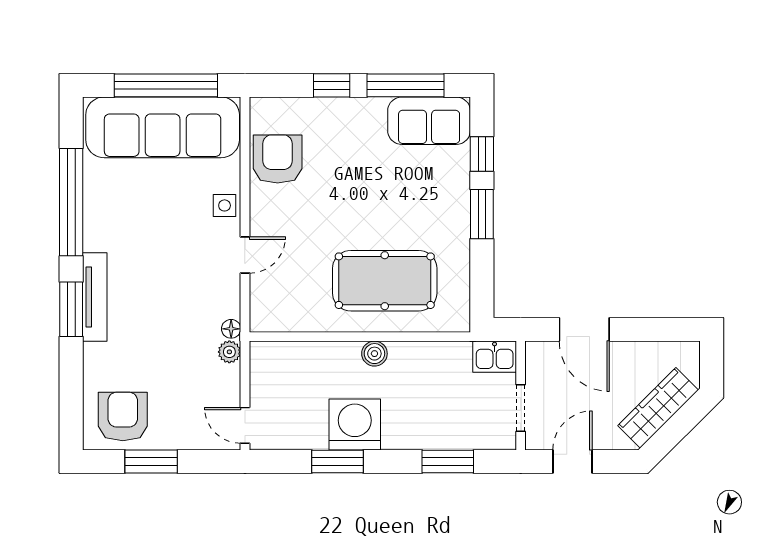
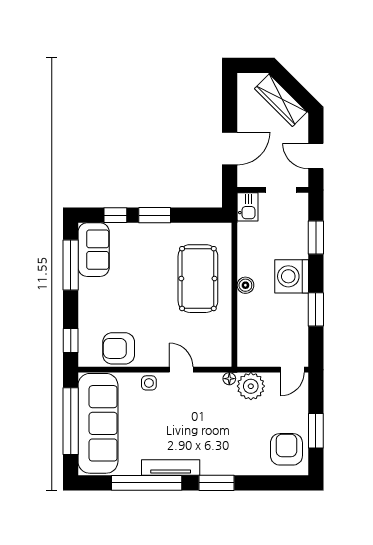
window: (332, 85) -> (71, 340), moved
tv unit: (95, 297) -> (171, 468), moved
plant: (229, 352) -> (251, 386), width x1.87, depth x1.87
armchair: (123, 416) -> (286, 449), turned 90
washing machine: (355, 424) -> (292, 276), moved

